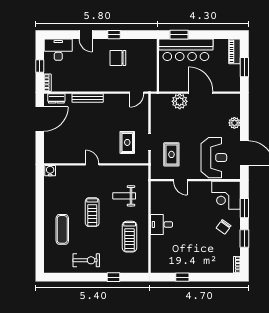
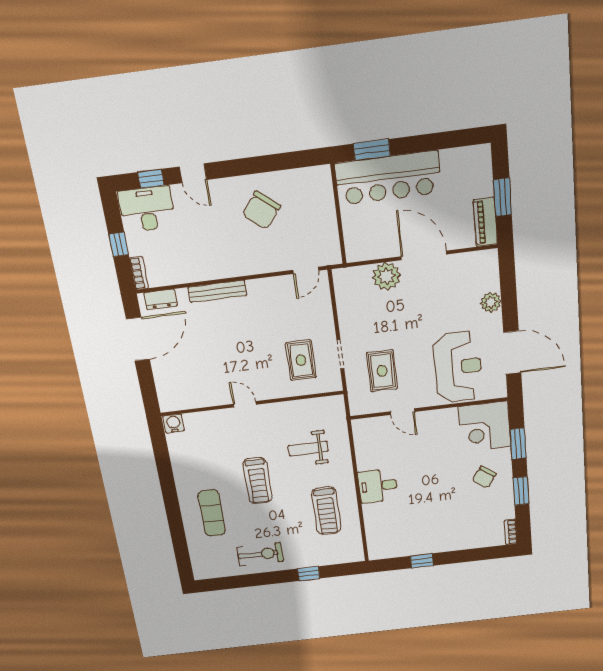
window: (114, 35) -> (151, 179), moved
piano: (235, 51) -> (485, 222), moved
chair: (118, 58) -> (261, 210), turned -51

